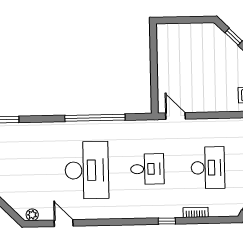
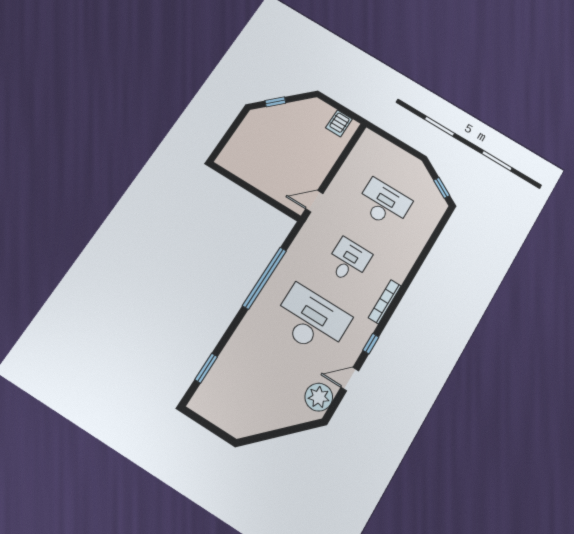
bookcase: (196, 212) -> (385, 302), moved, width x1.56
plant: (32, 215) -> (319, 397), width x1.88, depth x1.88
window: (167, 221) -> (371, 344), moved

